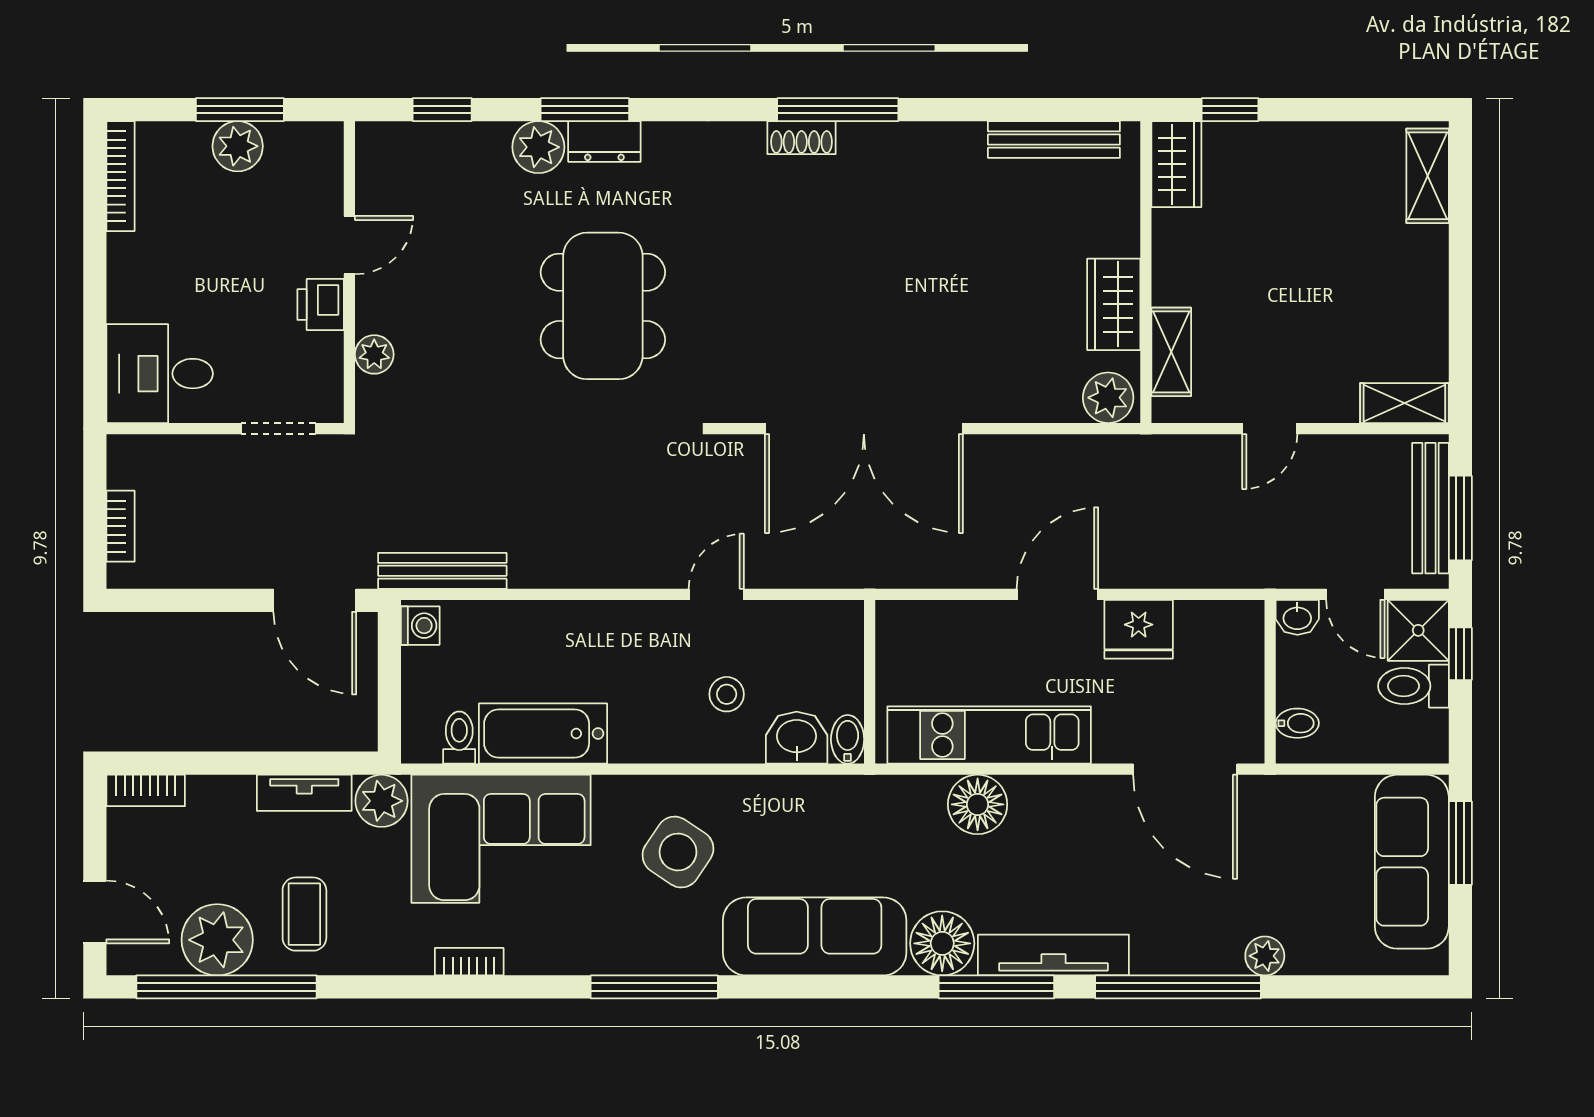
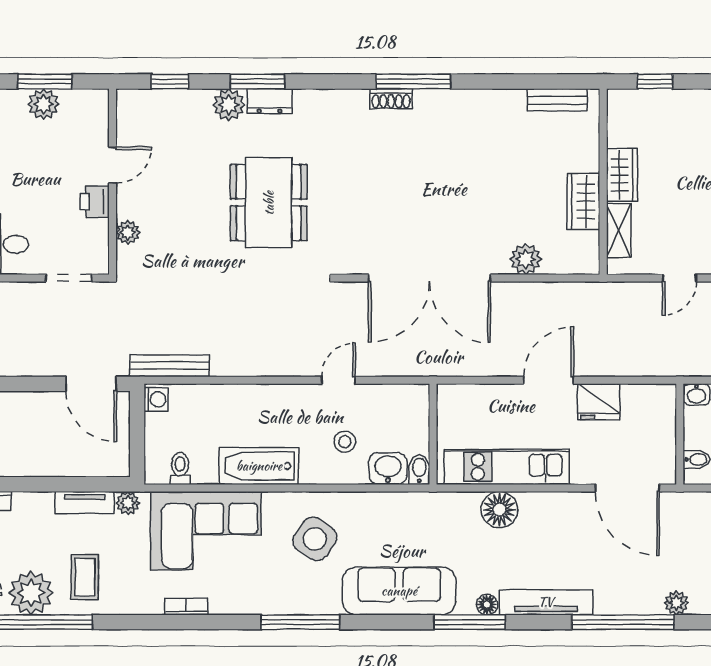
bench: (1054, 140) -> (557, 100), width x0.73
wardrobe: (1176, 164) -> (622, 175), moved
plant: (1108, 398) -> (526, 259), moved
bathtub: (543, 734) -> (259, 466), moved
plant: (382, 801) -> (128, 503), width x0.73, depth x0.73
floor lamp: (942, 943) -> (487, 605), width x0.53, depth x0.53
window: (996, 987) -> (470, 622), moved

